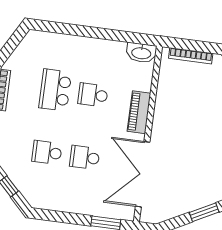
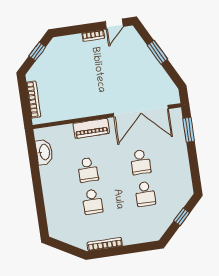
washbasin: (141, 53) -> (44, 152), moved
school desk: (55, 90) -> (93, 202), width x0.54

